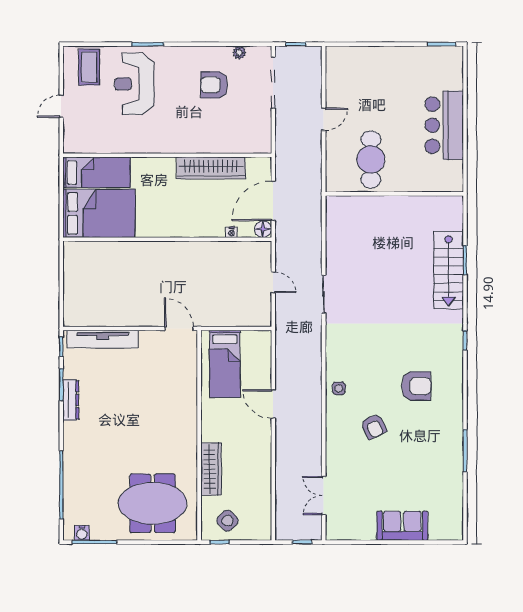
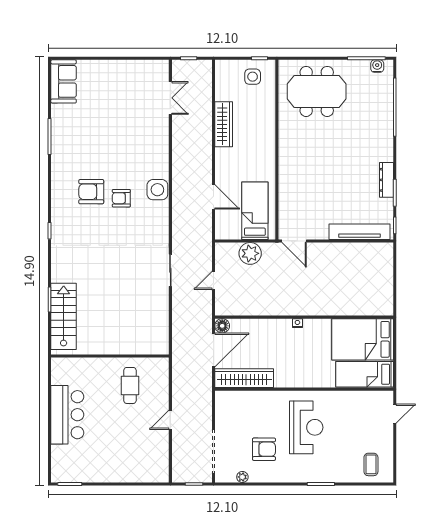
coffee table: (89, 67) -> (371, 464), width x0.73, depth x0.77
reception desk: (134, 84) -> (306, 427), moved
door: (61, 106) -> (395, 414), moved
cafe table: (371, 159) -> (130, 385), width x0.73, depth x0.74
wardrobe: (211, 168) -> (244, 378), moved
nightstand: (231, 232) -> (297, 323), moved
stairs: (449, 270) -> (64, 316), moved
door: (273, 282) -> (214, 280), hinge flipped
plant: (230, 314) -> (250, 253), added
side table: (339, 388) -> (157, 190), width x1.87, depth x1.87
door: (273, 404) -> (214, 197), moved
armchair: (374, 426) -> (121, 198), moved, turned -64
wardrobe: (211, 469) -> (224, 124), moved, turned 180
side table: (228, 521) -> (253, 77), turned 45
sofa: (402, 526) -> (64, 81), moved, turned -90

